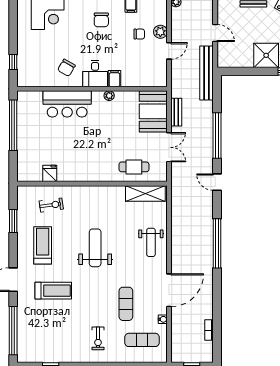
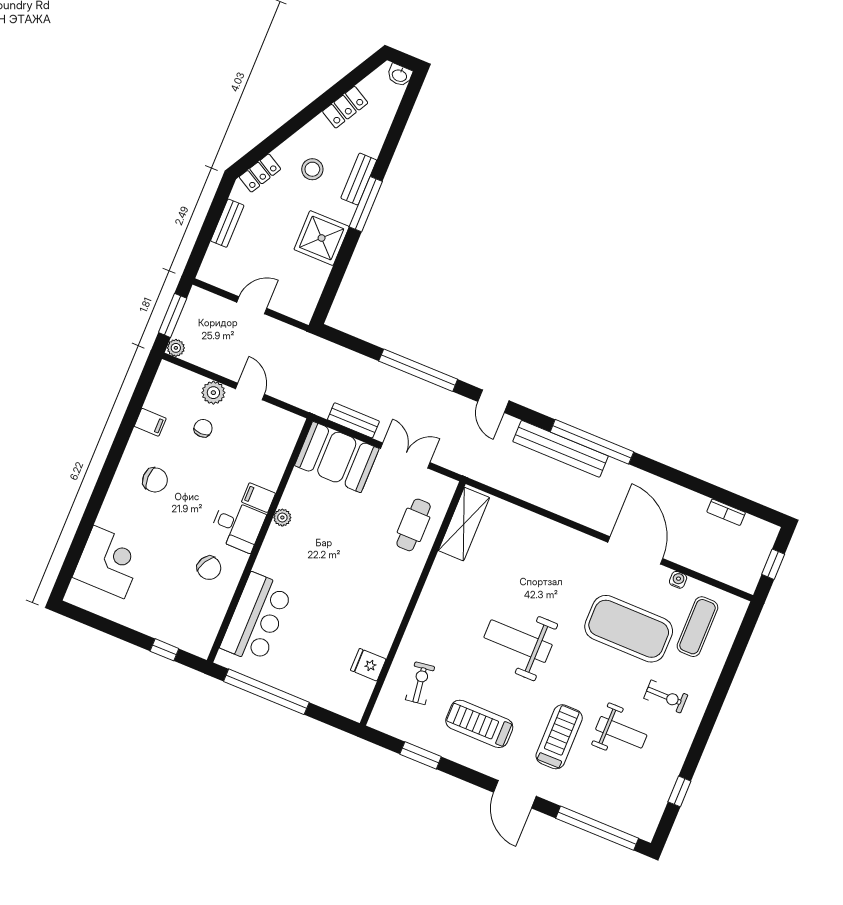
bench: (206, 73) -> (561, 449), moved
bar counter: (67, 104) -> (256, 618), moved
door: (217, 182) -> (493, 401), hinge flipped
weight bench: (151, 242) -> (621, 732), moved
exercise mat: (126, 304) -> (629, 629), width x2.00, depth x1.45

